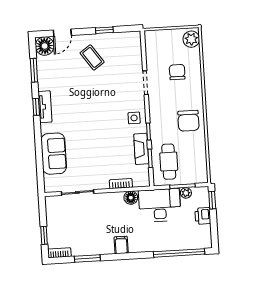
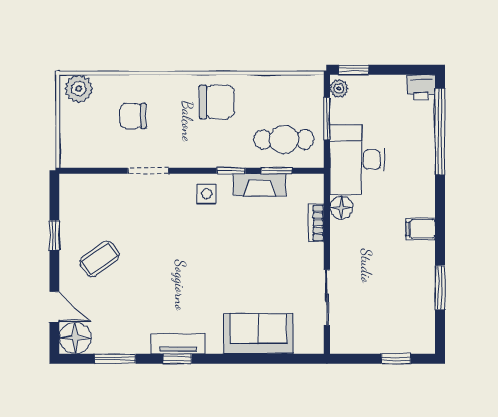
plant: (186, 193) -> (339, 89), moved
printer: (203, 216) -> (421, 87), moved
bookcase: (59, 253) -> (427, 334), removed

